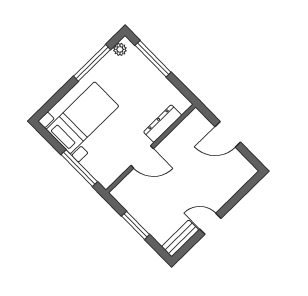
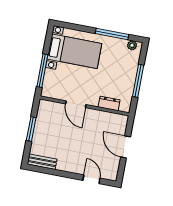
window: (153, 59) -> (138, 81), moved
dresser: (163, 124) -> (109, 103), width x0.70
door: (210, 224) -> (91, 179), moved

